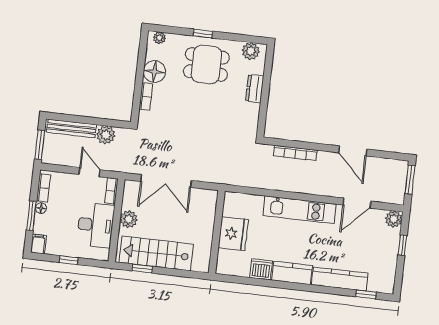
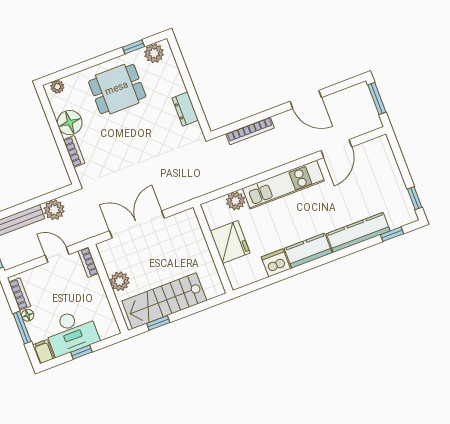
window: (203, 34) -> (133, 47), moved
dresser: (255, 89) -> (185, 109), moved
double door: (166, 181) -> (137, 224), swing flipped
plant: (394, 219) -> (236, 201), moved
desk: (96, 225) -> (71, 332), moved, turned 90
window: (402, 245) -> (415, 198), moved

